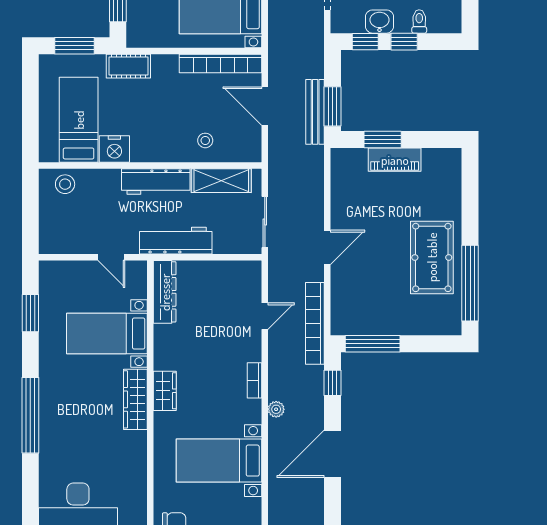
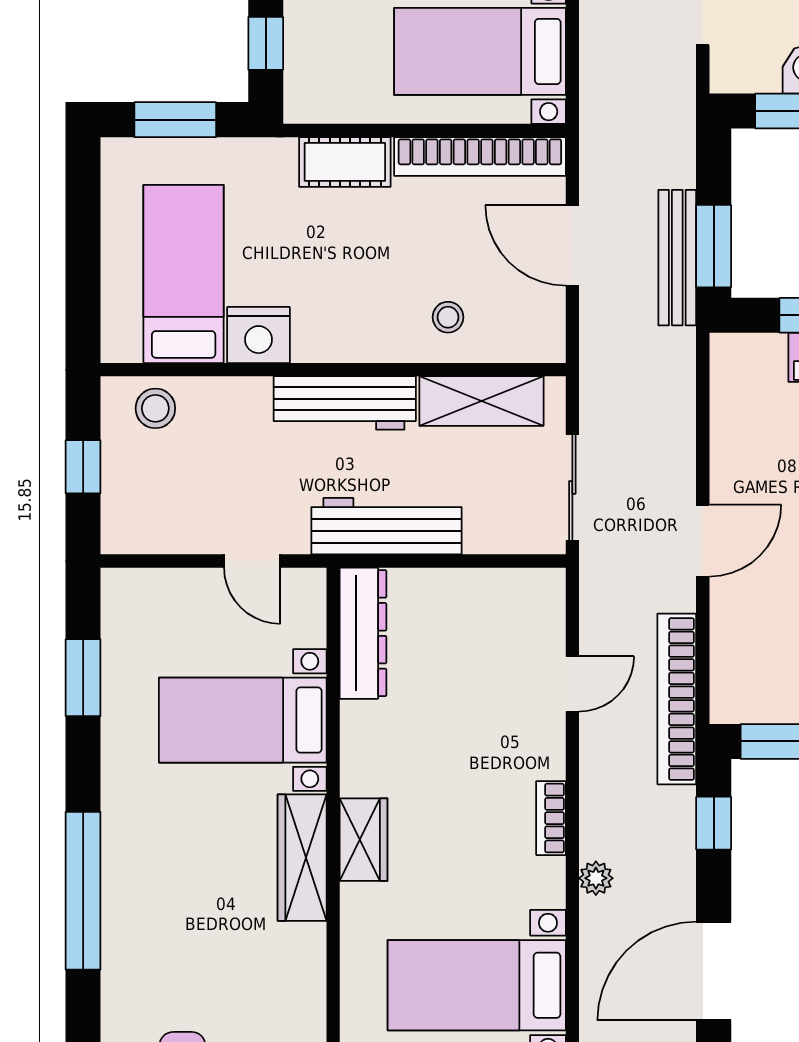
cot: (128, 66) -> (345, 162), moved
window: (30, 212) -> (83, 467), added

